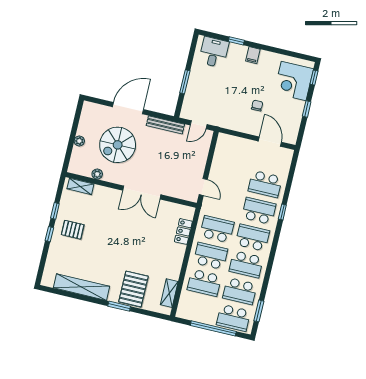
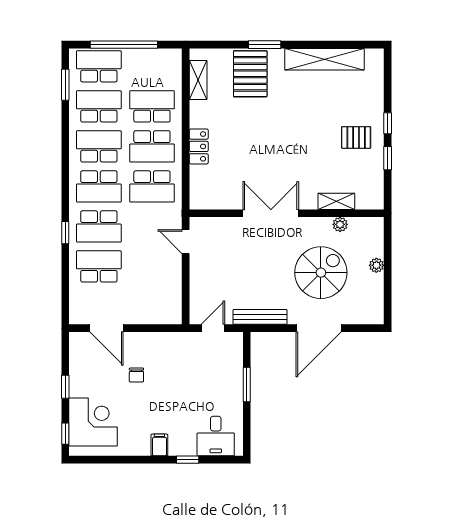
shelving: (80, 186) -> (336, 201), moved
locker: (183, 231) -> (199, 146), moved

